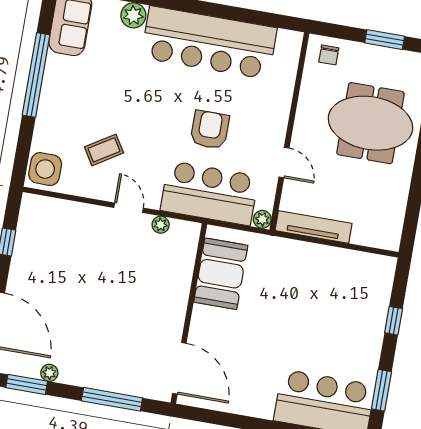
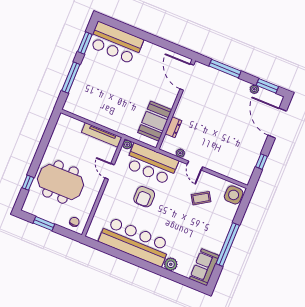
dresser: (184, 270) -> (173, 127), added
window: (394, 321) -> (71, 77), width x2.17

